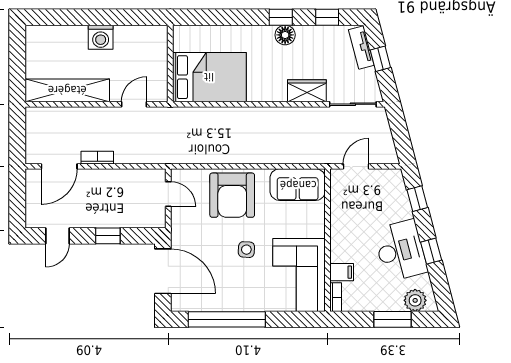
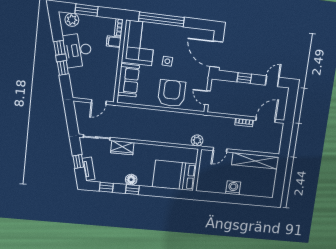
bed: (209, 77) -> (174, 175), moved
plant: (177, 117) -> (197, 140), added
sofa: (298, 185) -> (129, 80), moved, turned 90
window: (417, 199) -> (63, 68), moved
window: (227, 319) -> (161, 19), moved

